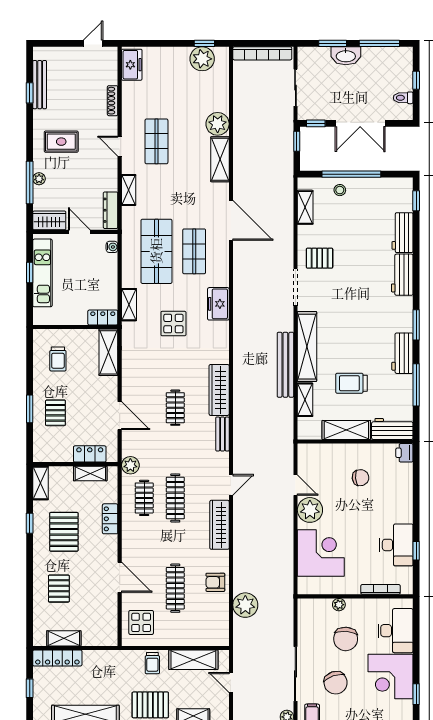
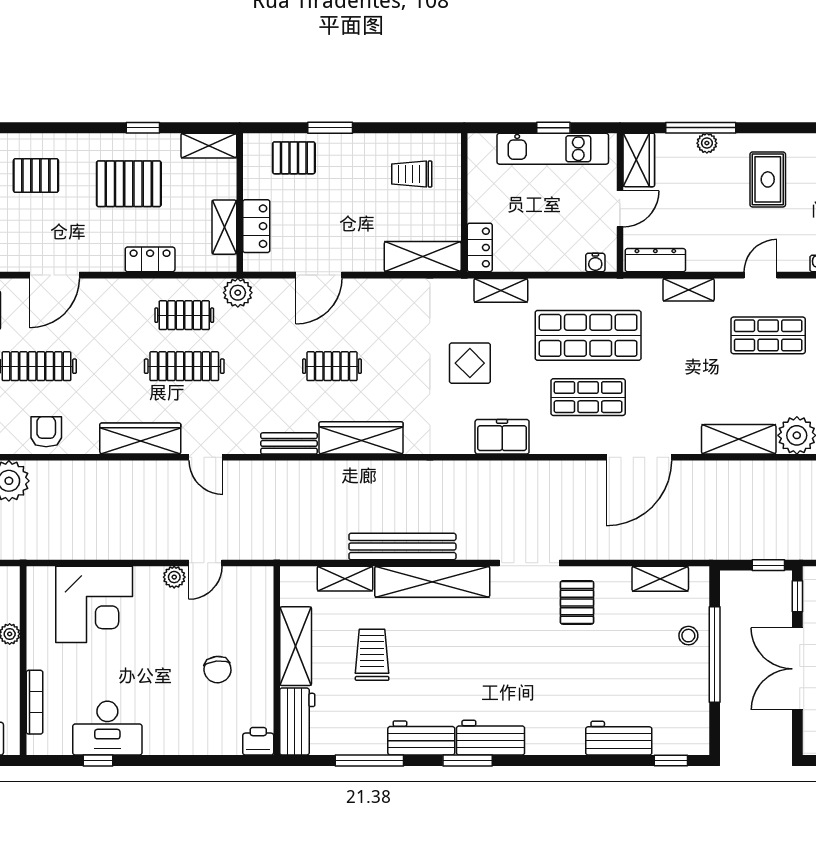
workbench: (402, 275) -> (491, 738), moved
pallet: (55, 413) -> (294, 158), moved
plant: (310, 510) -> (174, 577), width x0.53, depth x0.53

